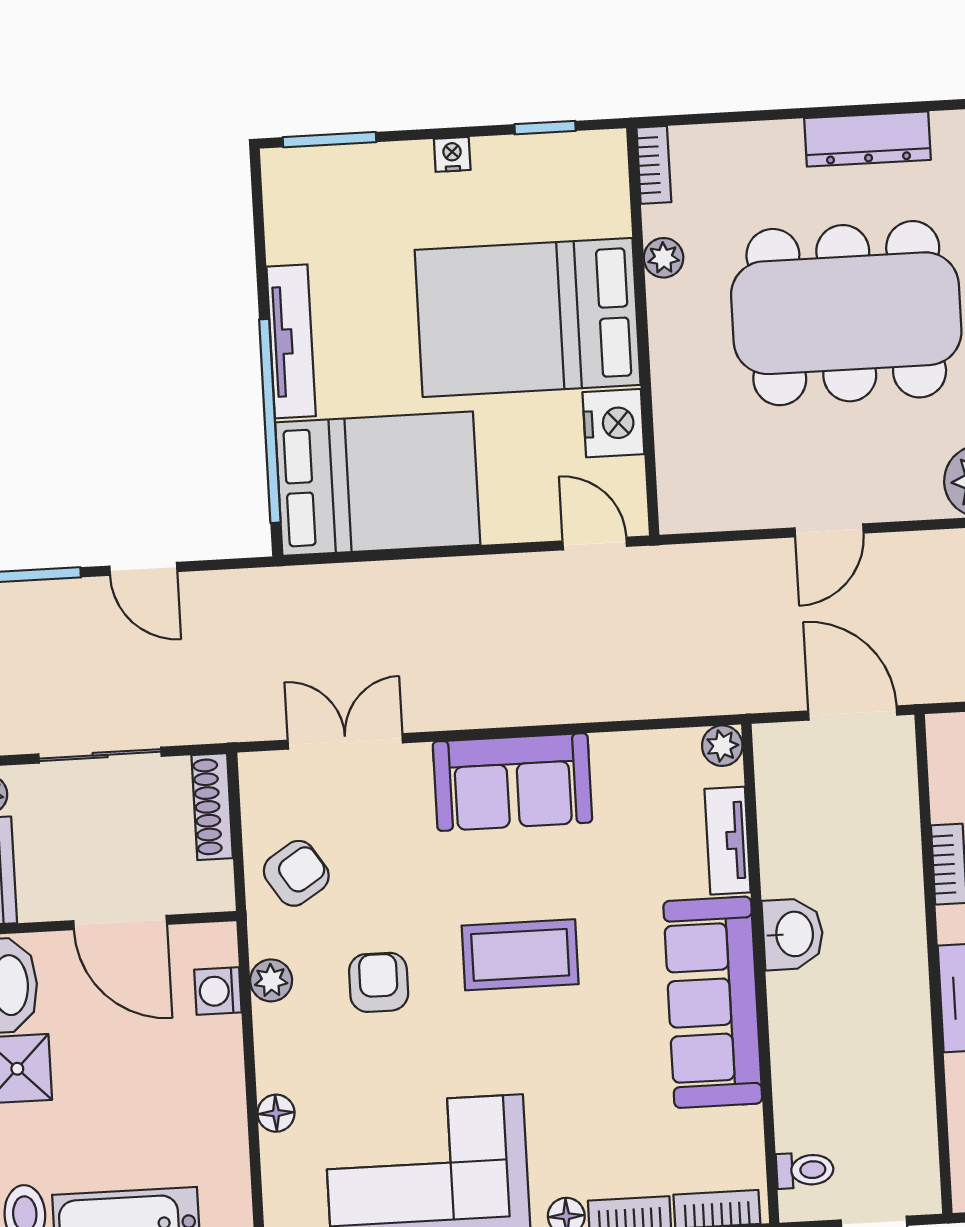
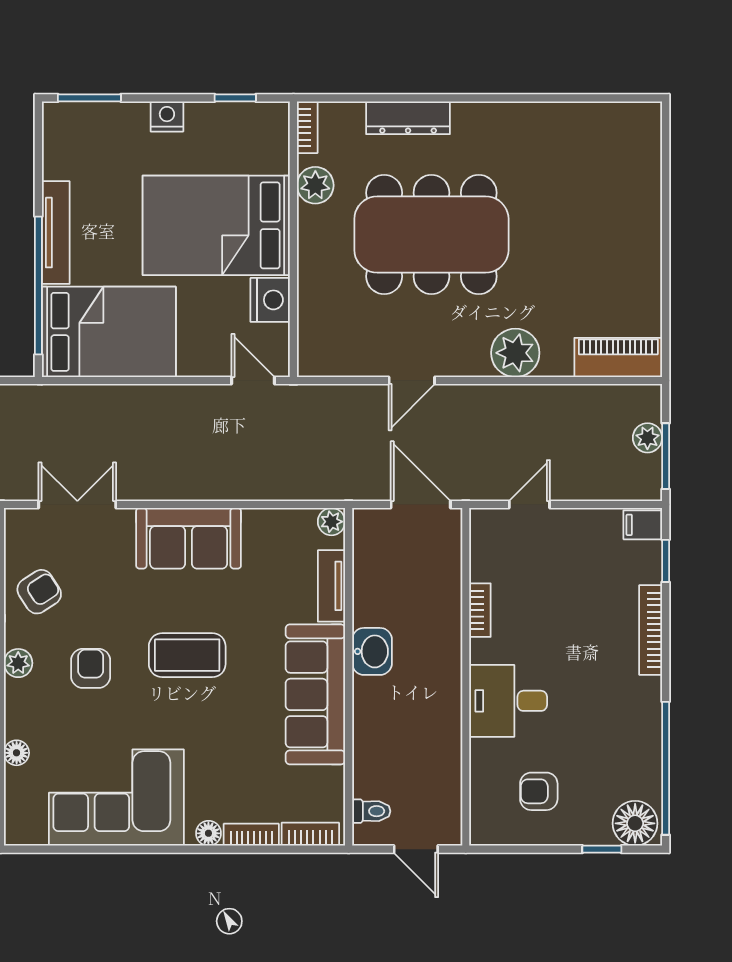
dresser: (868, 139) -> (408, 118), moved
nightstand: (452, 154) -> (167, 116), width x1.39, depth x1.35
plant: (664, 258) -> (315, 185), width x1.38, depth x1.38

